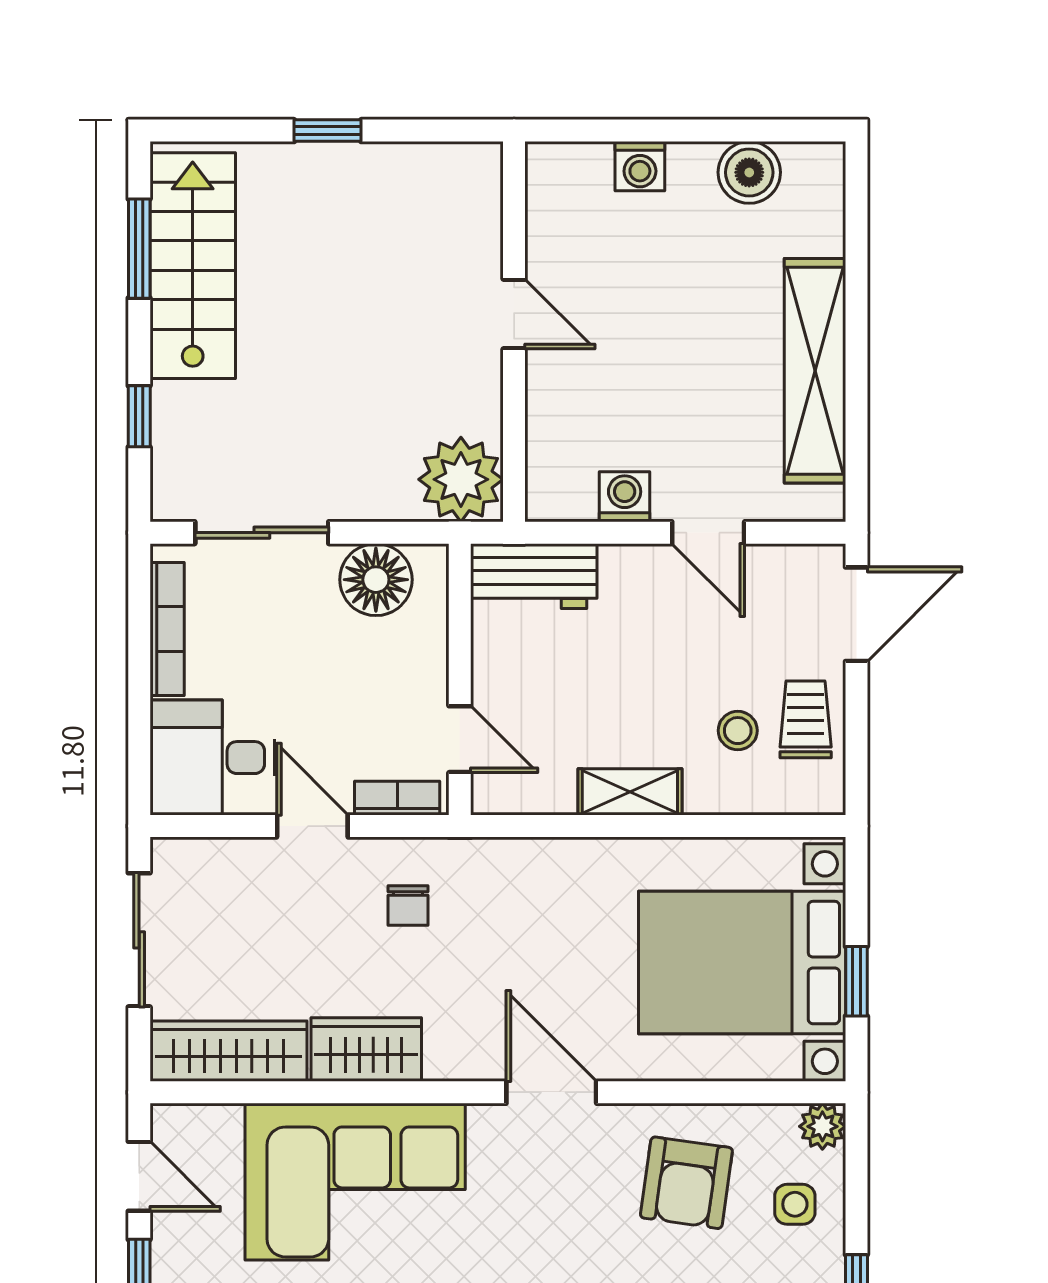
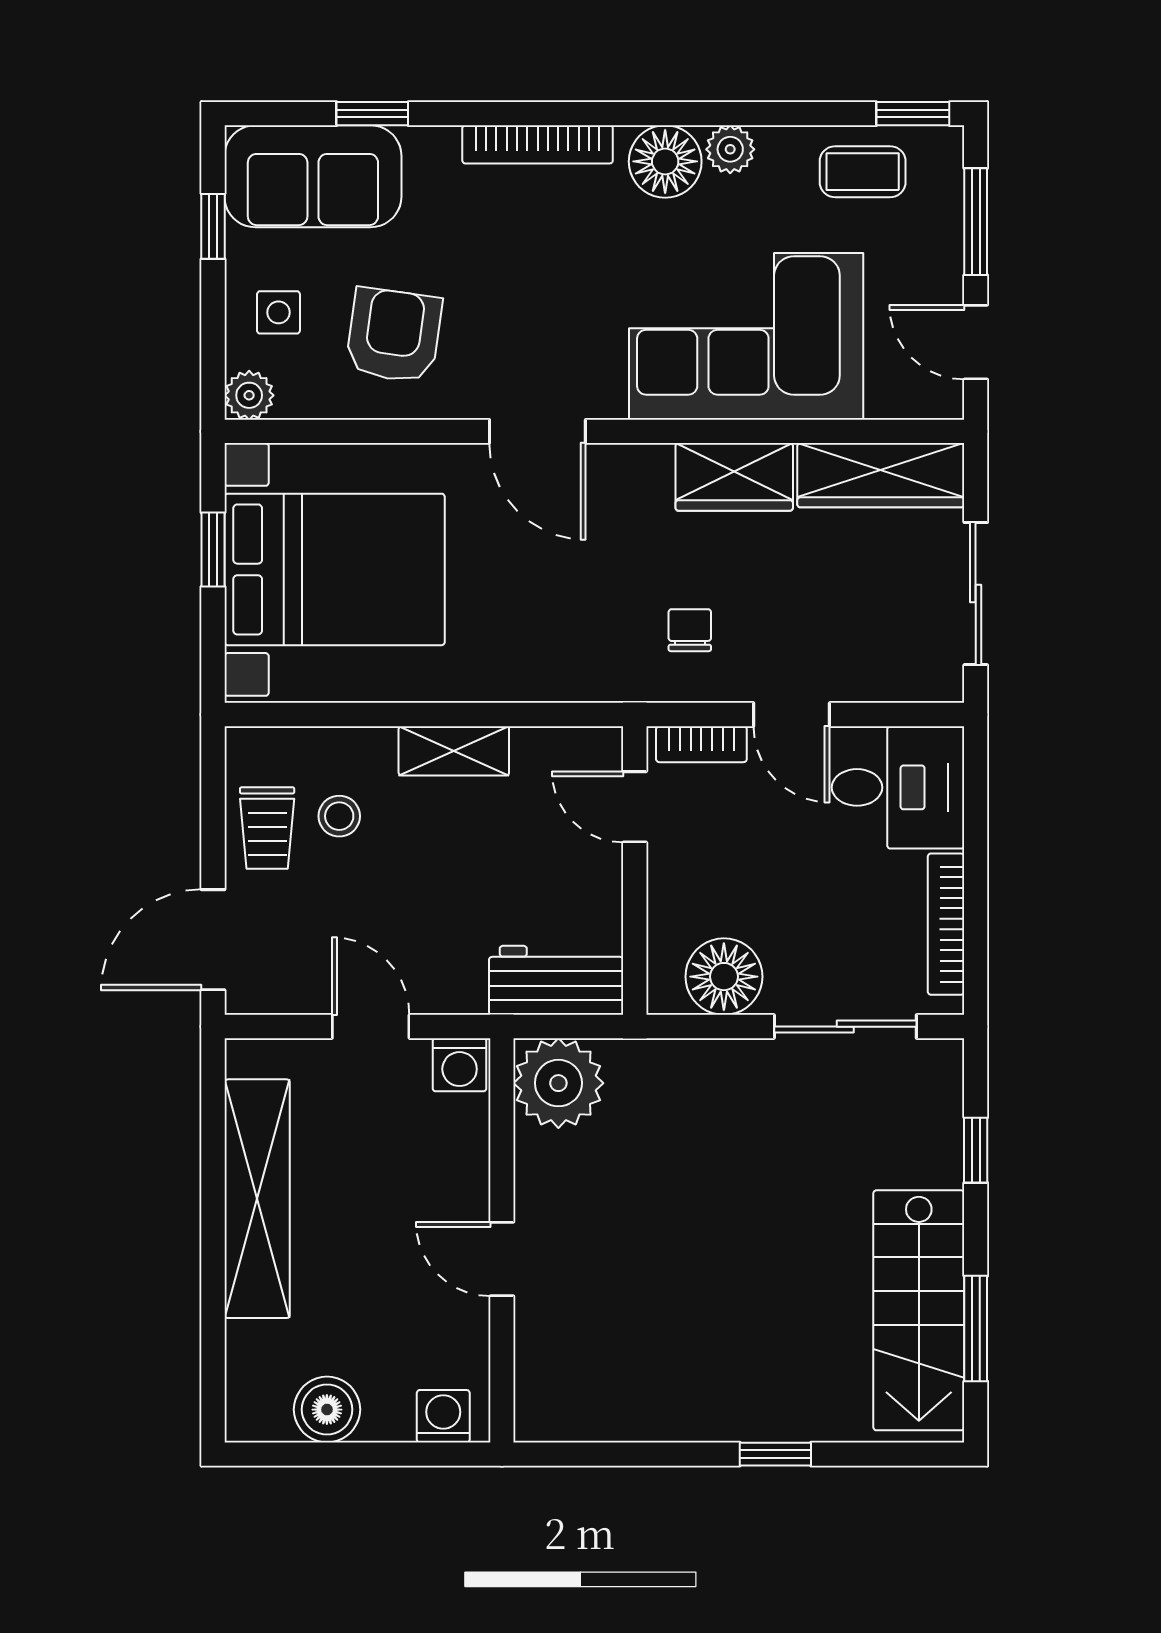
door: (514, 314) -> (502, 1259), moved
wall: (514, 332) -> (502, 1240), moved
plant: (461, 479) -> (558, 1083), moved

